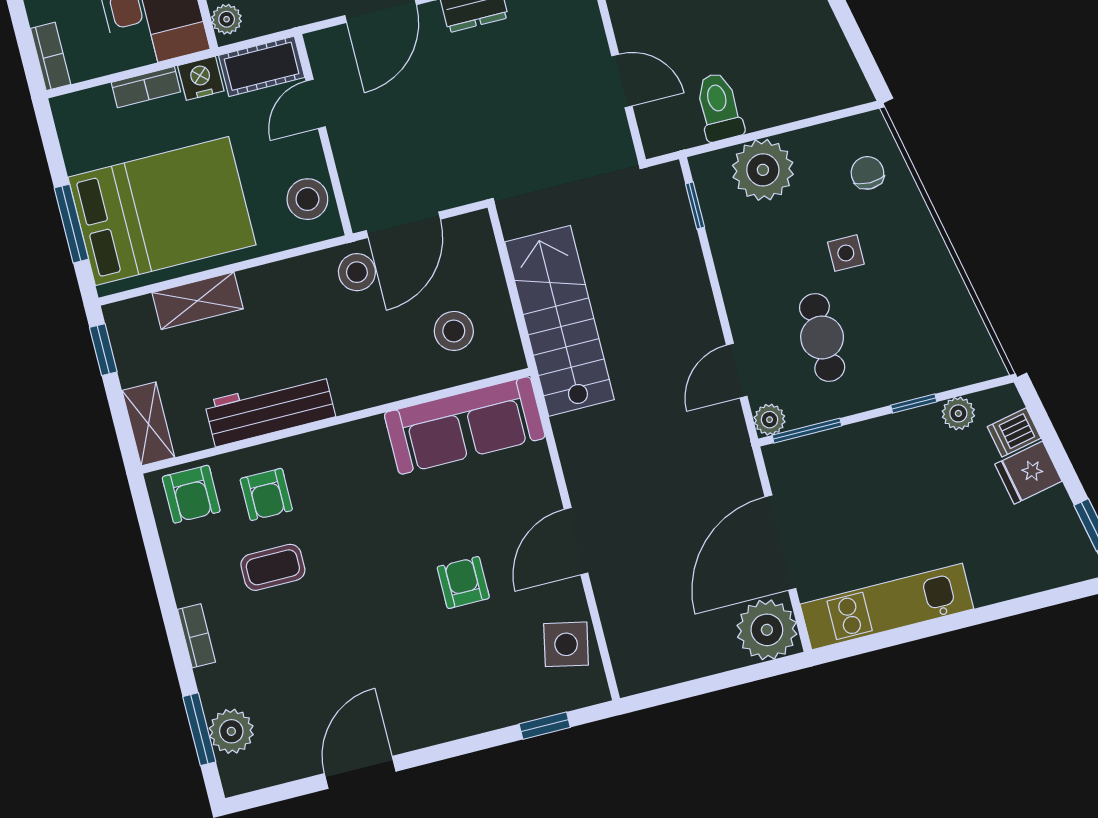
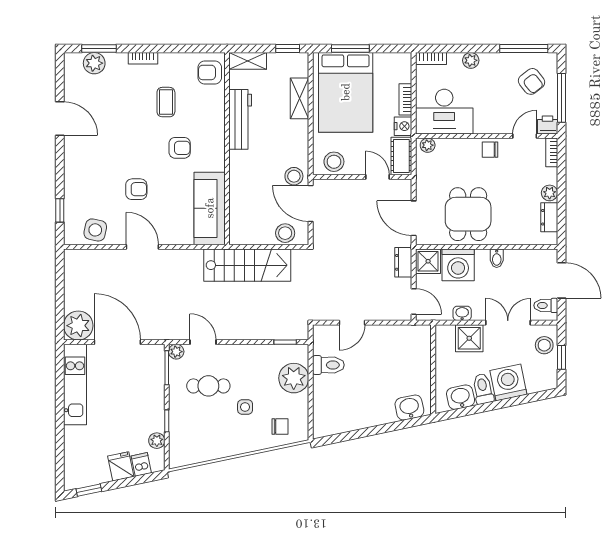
stool: (454, 331) -> (285, 233), moved
armchair: (266, 494) -> (180, 148), moved, turned 180

